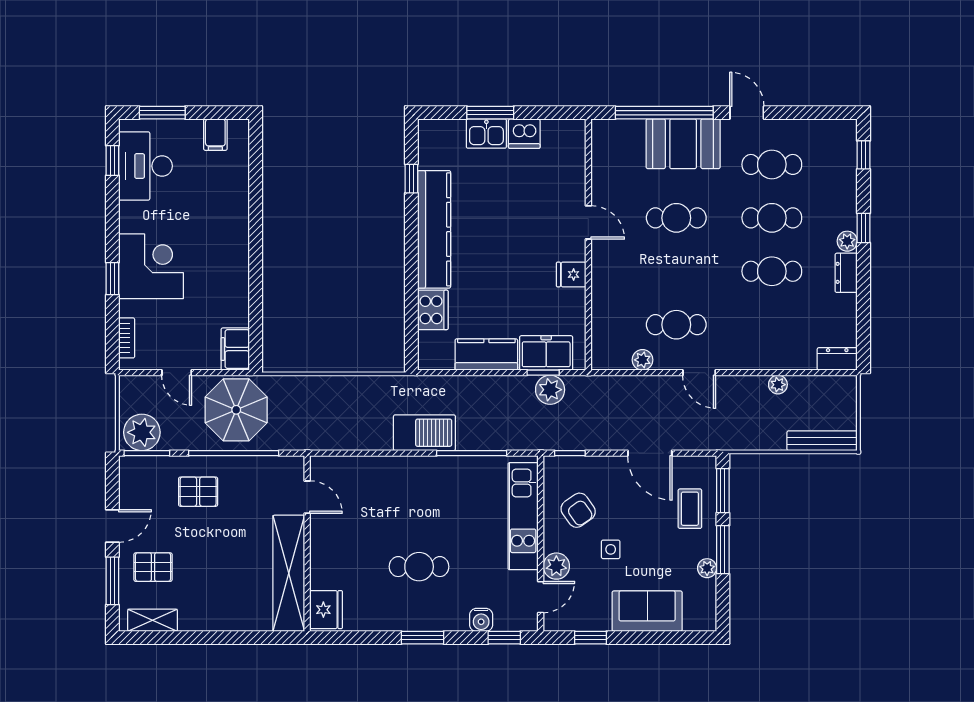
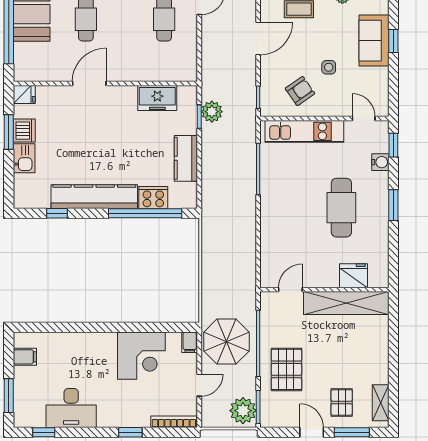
window: (490, 113) -> (9, 132), moved
desk: (145, 166) -> (71, 408), moved
door: (588, 222) -> (89, 84), width x1.38
corner desk: (151, 266) -> (141, 356), moved, turned 180
fridge: (571, 274) -> (24, 94), moved, turned -90
window: (411, 299) -> (145, 213), added
bookcase: (127, 338) -> (174, 422), width x1.56
filing cabinet: (235, 349) -> (190, 342), width x0.50
freezer: (546, 353) -> (157, 98), moved, turned -90
plant: (643, 360) -> (190, 44), removed
barbecue: (424, 433) -> (243, 204), removed
pallet: (198, 492) -> (286, 369), width x1.50, depth x1.42
plant: (556, 566) -> (341, 107), removed
cafe table: (419, 567) -> (341, 208), width x1.37, depth x1.35
fridge: (326, 610) -> (354, 276), moved
window: (591, 638) -> (393, 41), moved

